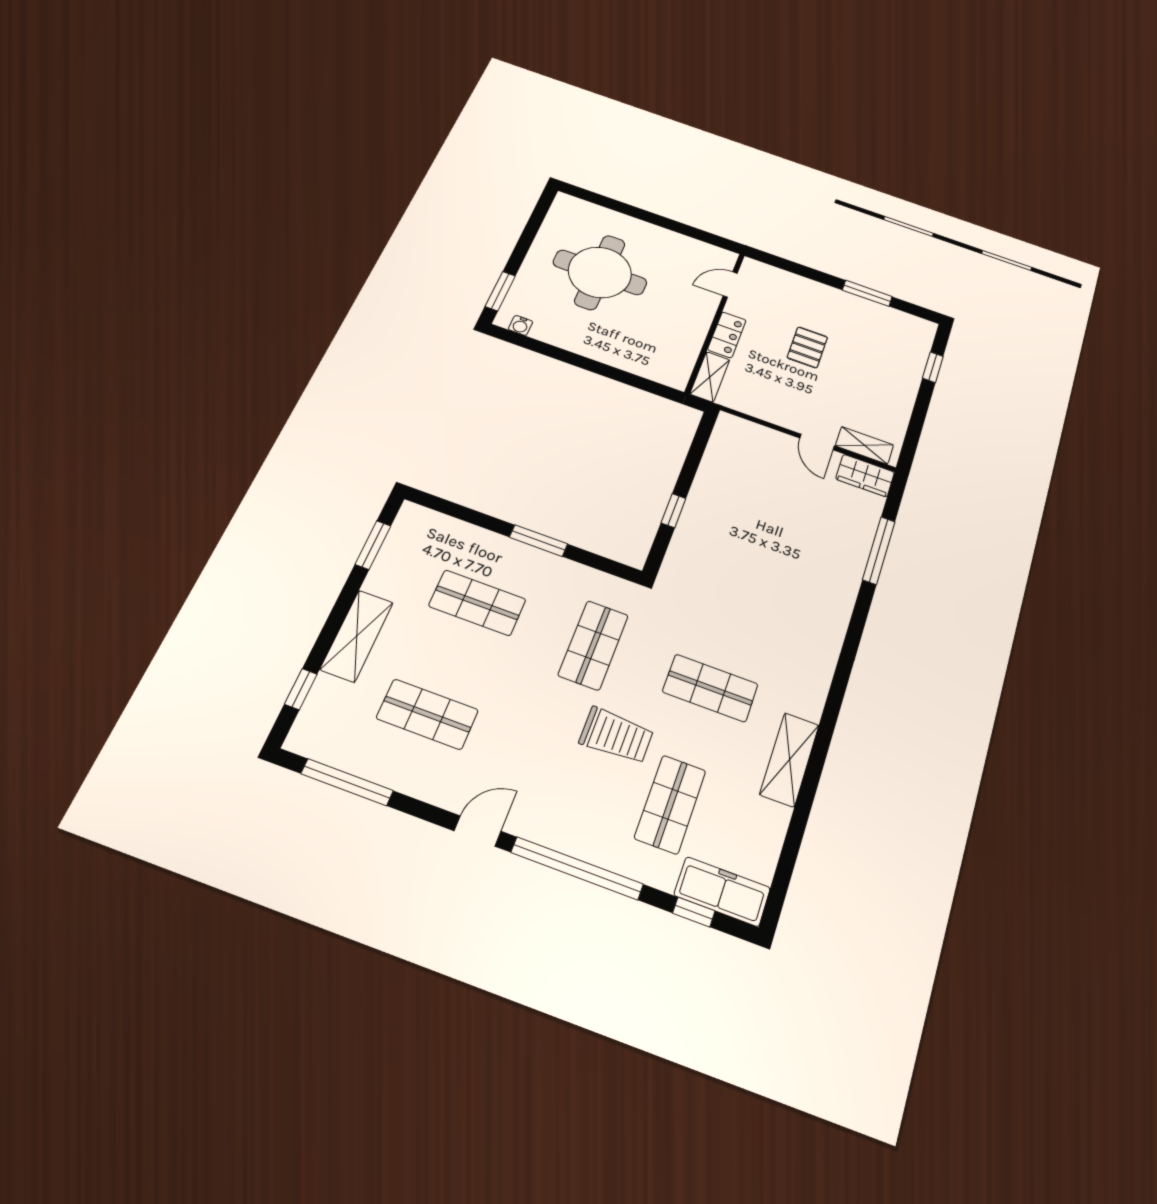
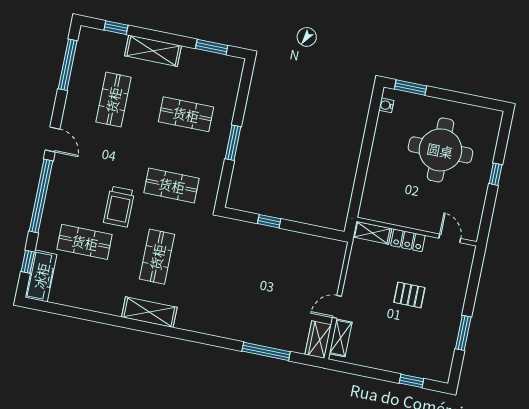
window: (646, 216) -> (496, 174), added
shop shelf: (477, 603) -> (186, 114), turned 90
shelving: (789, 760) -> (149, 312), moved

